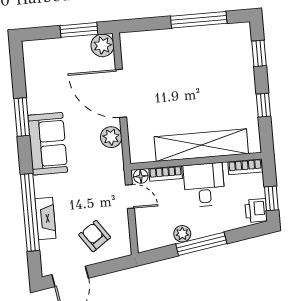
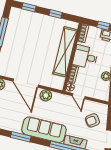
door: (121, 93) -> (26, 83), hinge flipped
sofa: (48, 144) -> (44, 130), width x1.36
door: (130, 196) -> (79, 96), swing flipped

